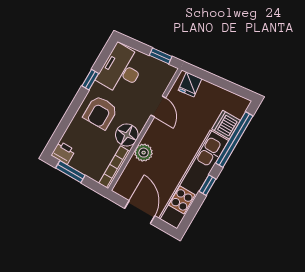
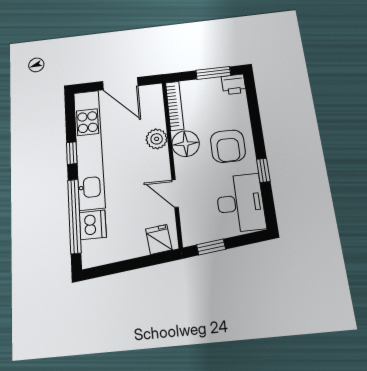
armchair: (100, 112) -> (228, 146), turned 180

